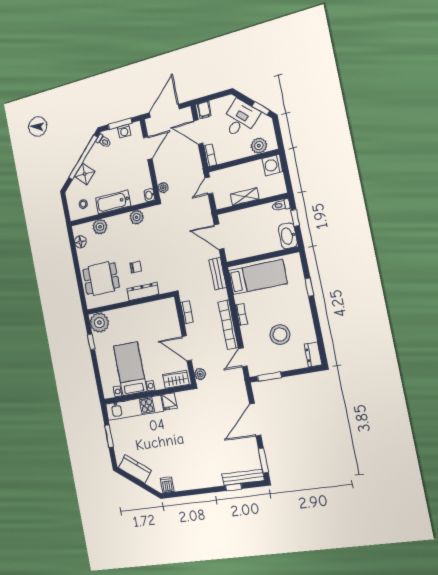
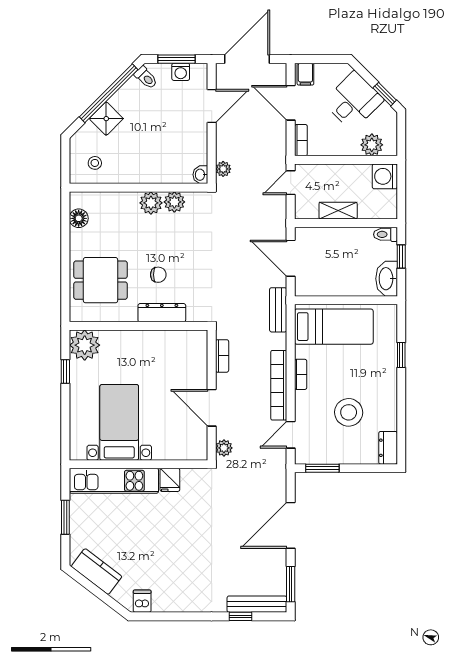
bathtub: (113, 202) -> (143, 171), removed
plant: (100, 227) -> (151, 203), moved
wardrobe: (176, 379) -> (186, 450), removed

